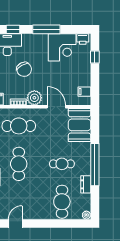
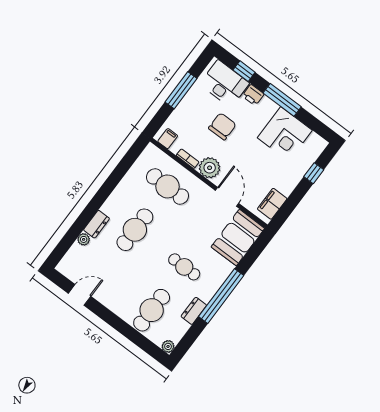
printer: (83, 39) -> (253, 95), moved
chair: (24, 69) -> (222, 126), turned -151
filing cabinet: (84, 92) -> (272, 204), width x2.00

